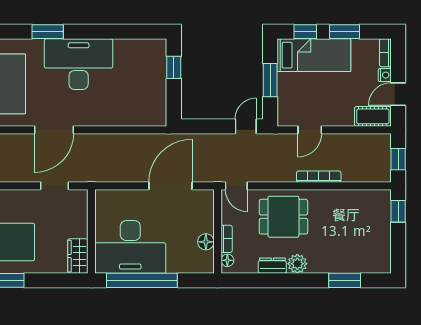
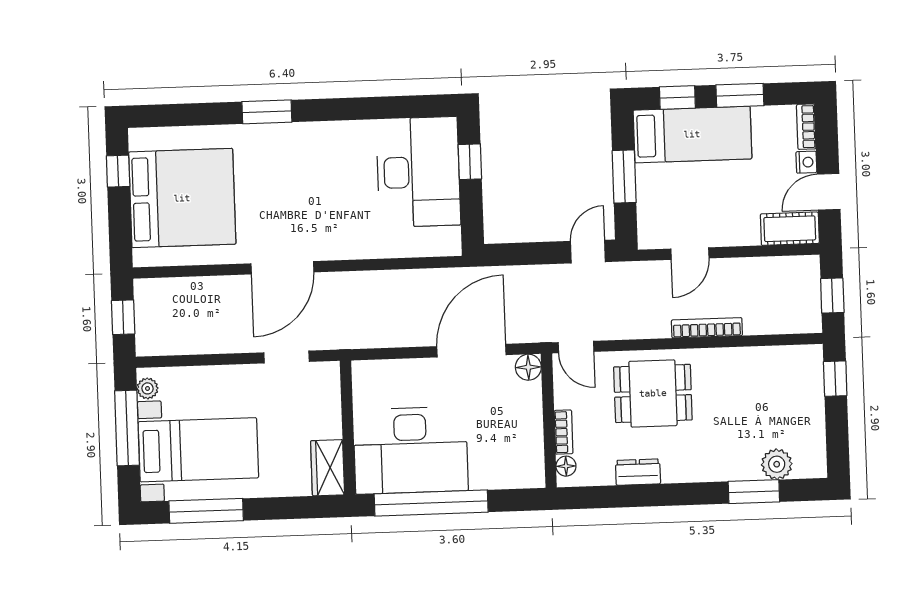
desk: (79, 64) -> (418, 172), moved, turned 90
floor lamp: (206, 242) -> (528, 367), moved
plant: (297, 264) -> (777, 464), moved

